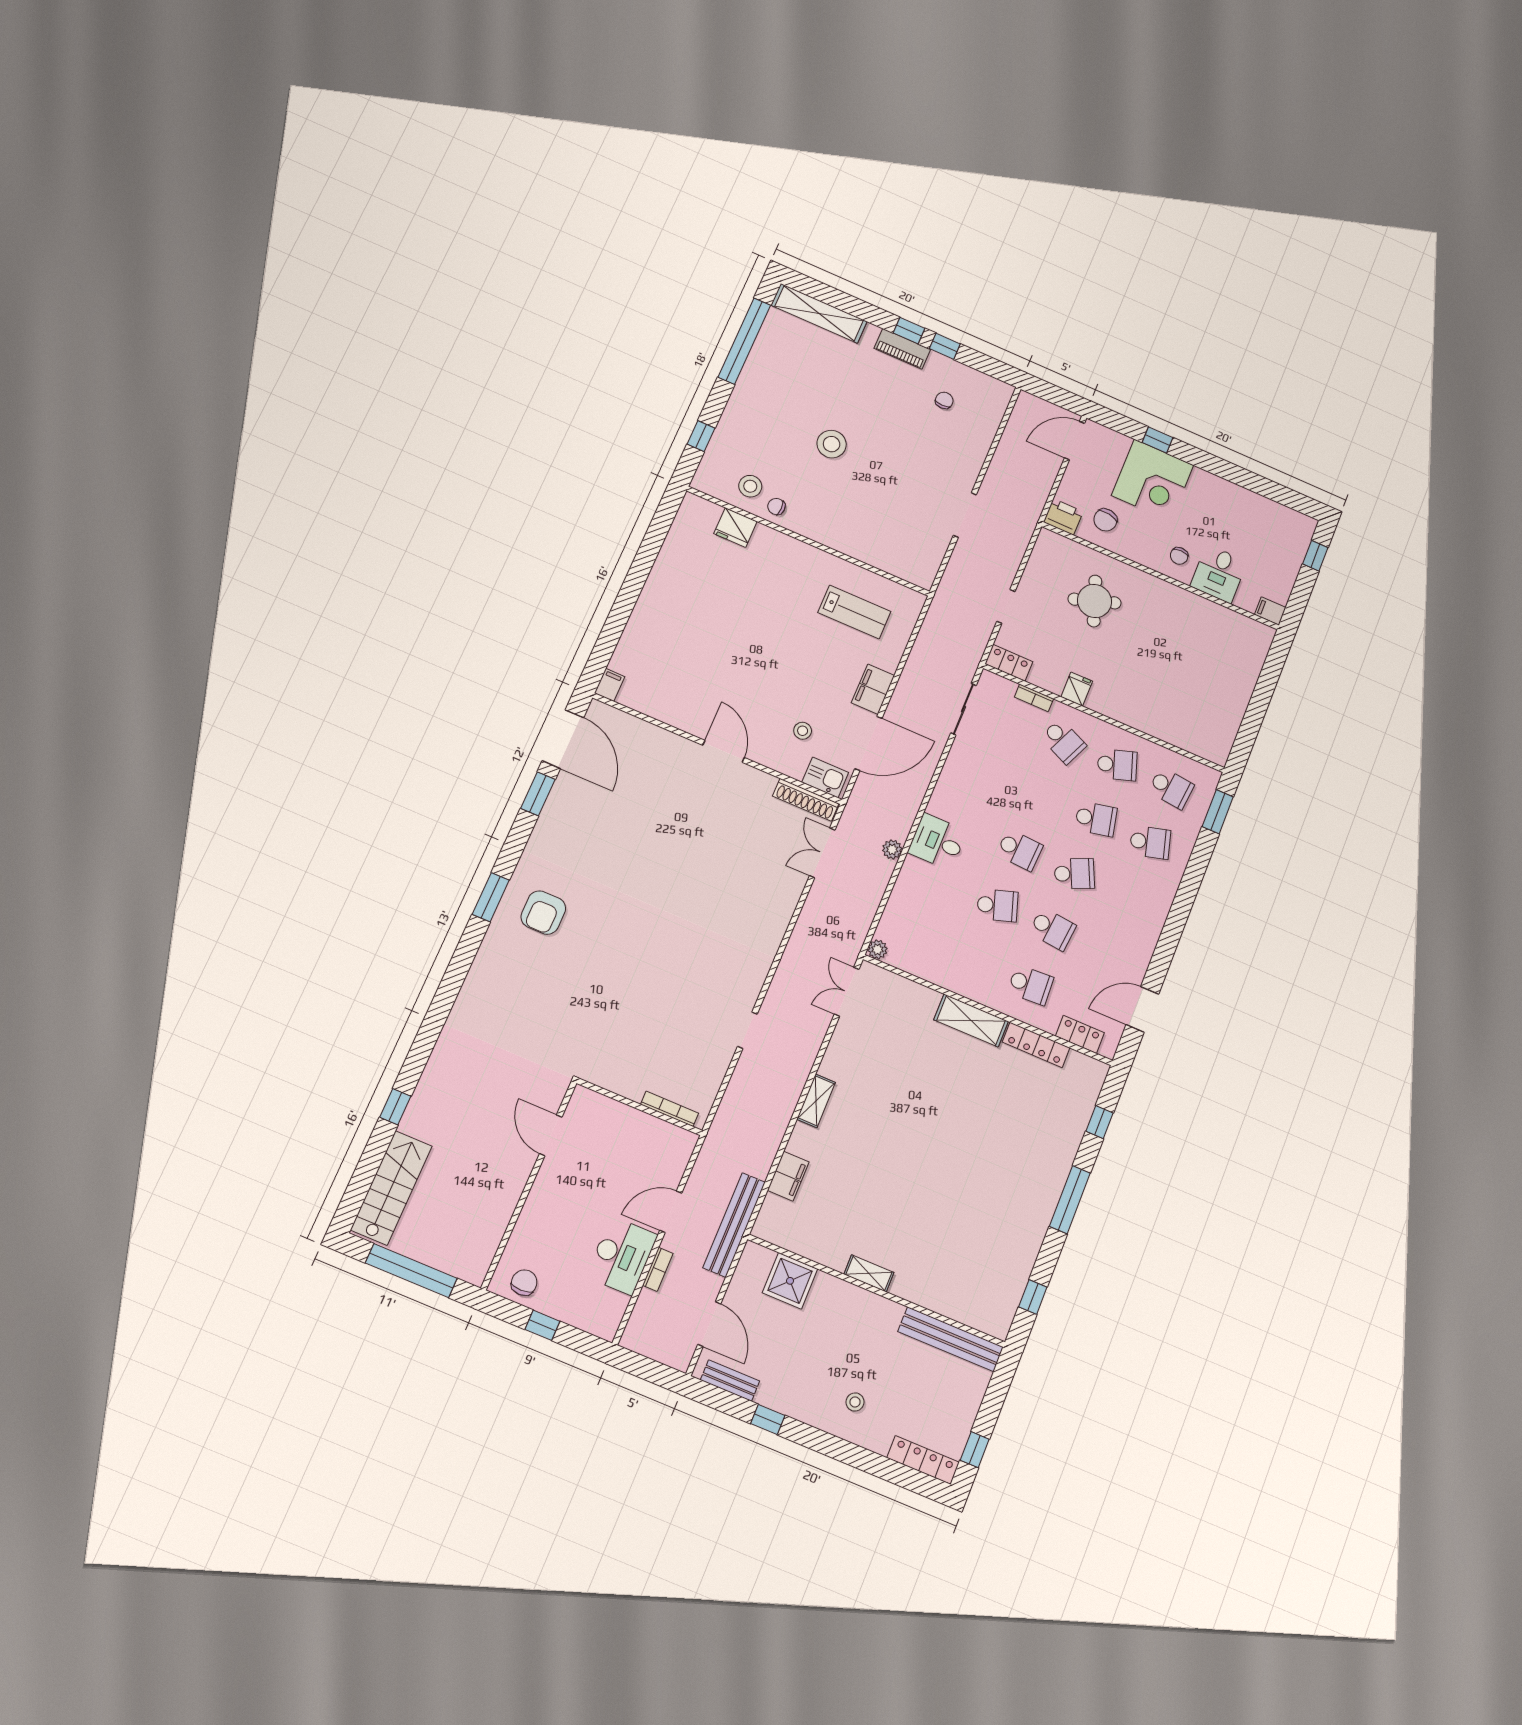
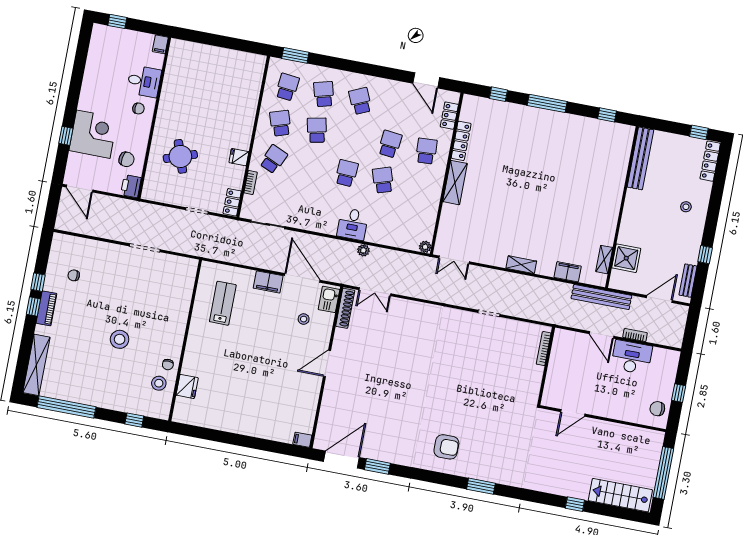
school desk: (1074, 874) -> (360, 101), moved
window: (491, 897) -> (481, 486), moved
shelving: (869, 1273) -> (604, 260), moved

